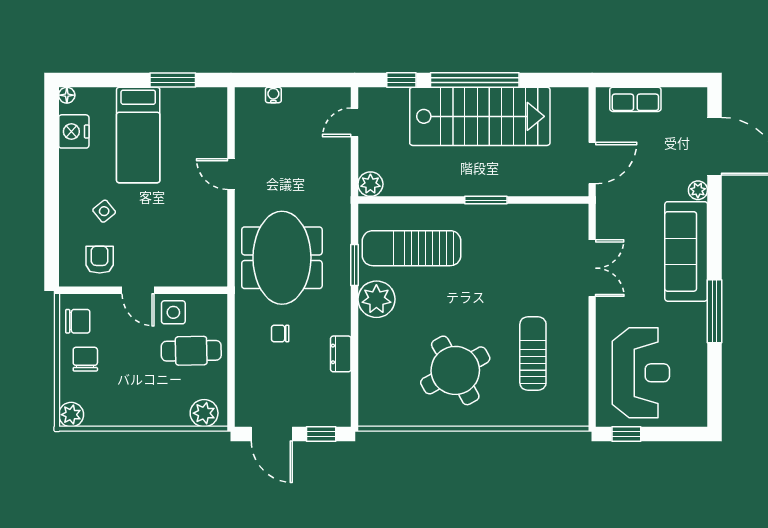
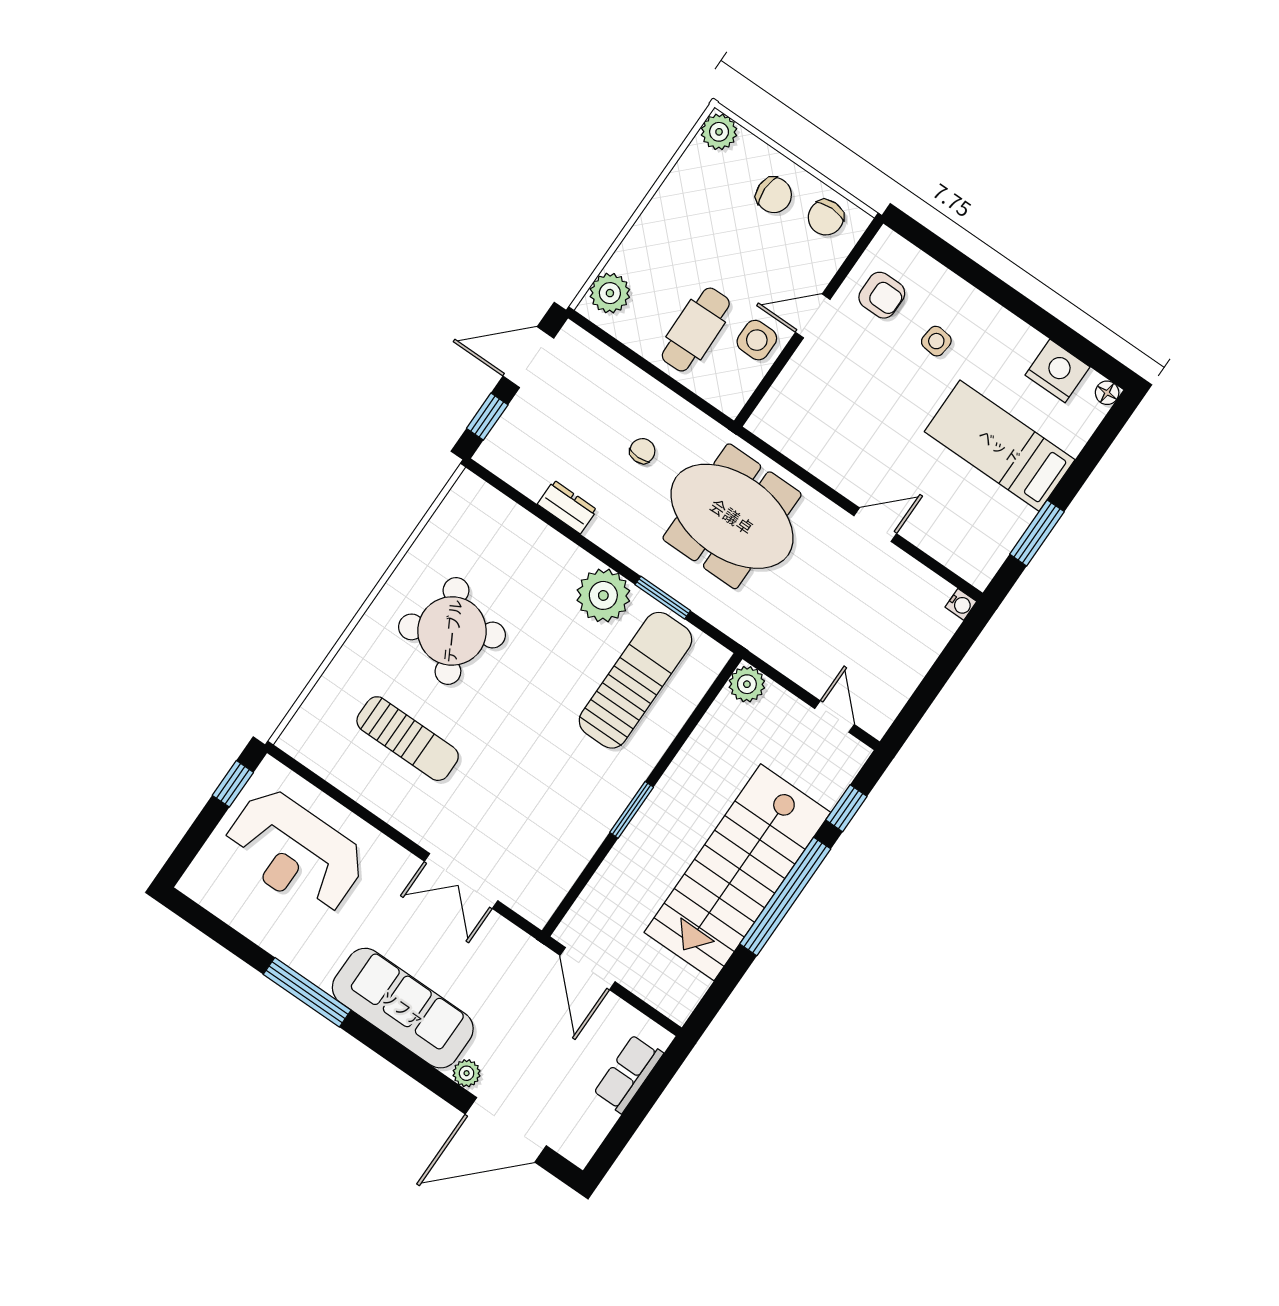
water cooler: (273, 95) -> (961, 604), moved
side table: (104, 211) -> (936, 341), turned 45

